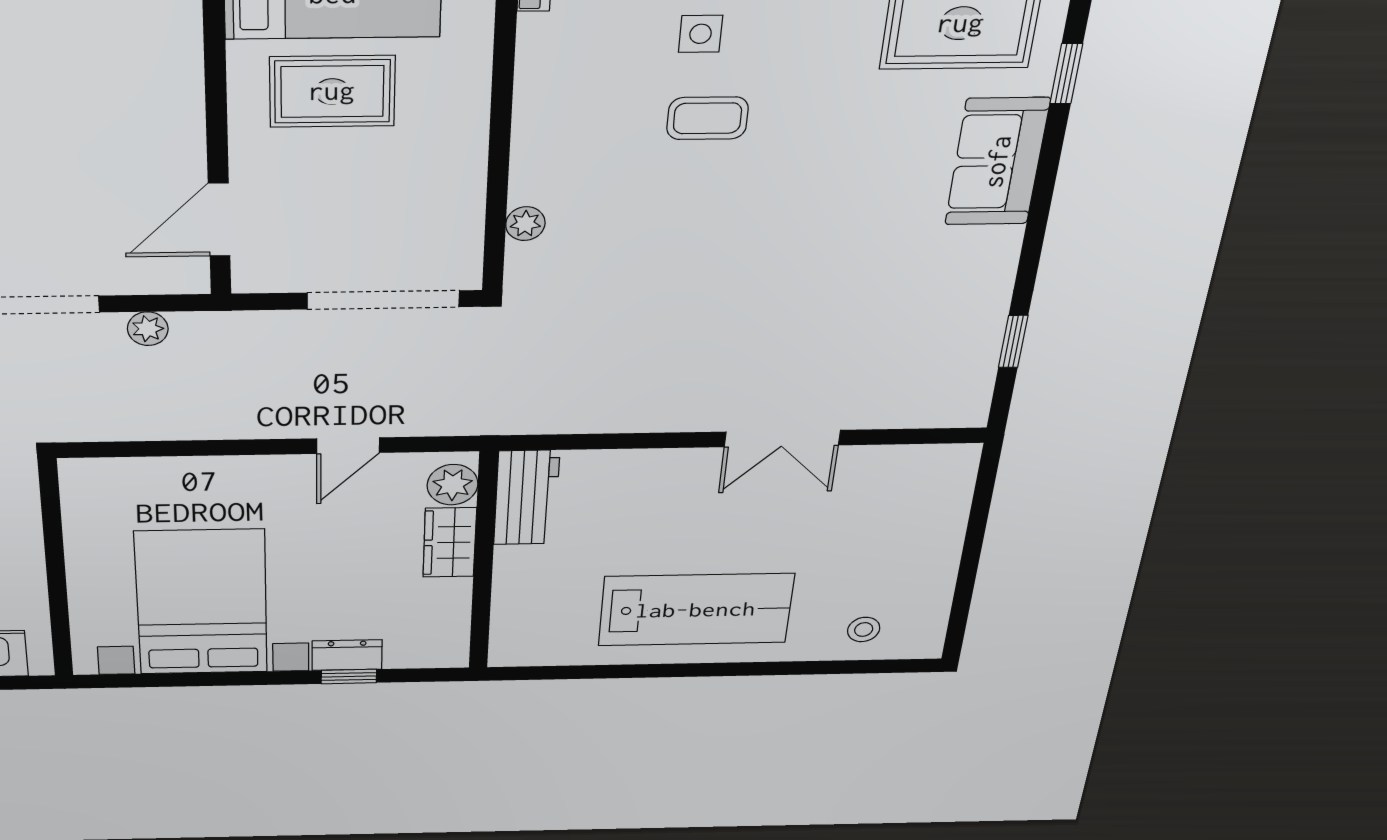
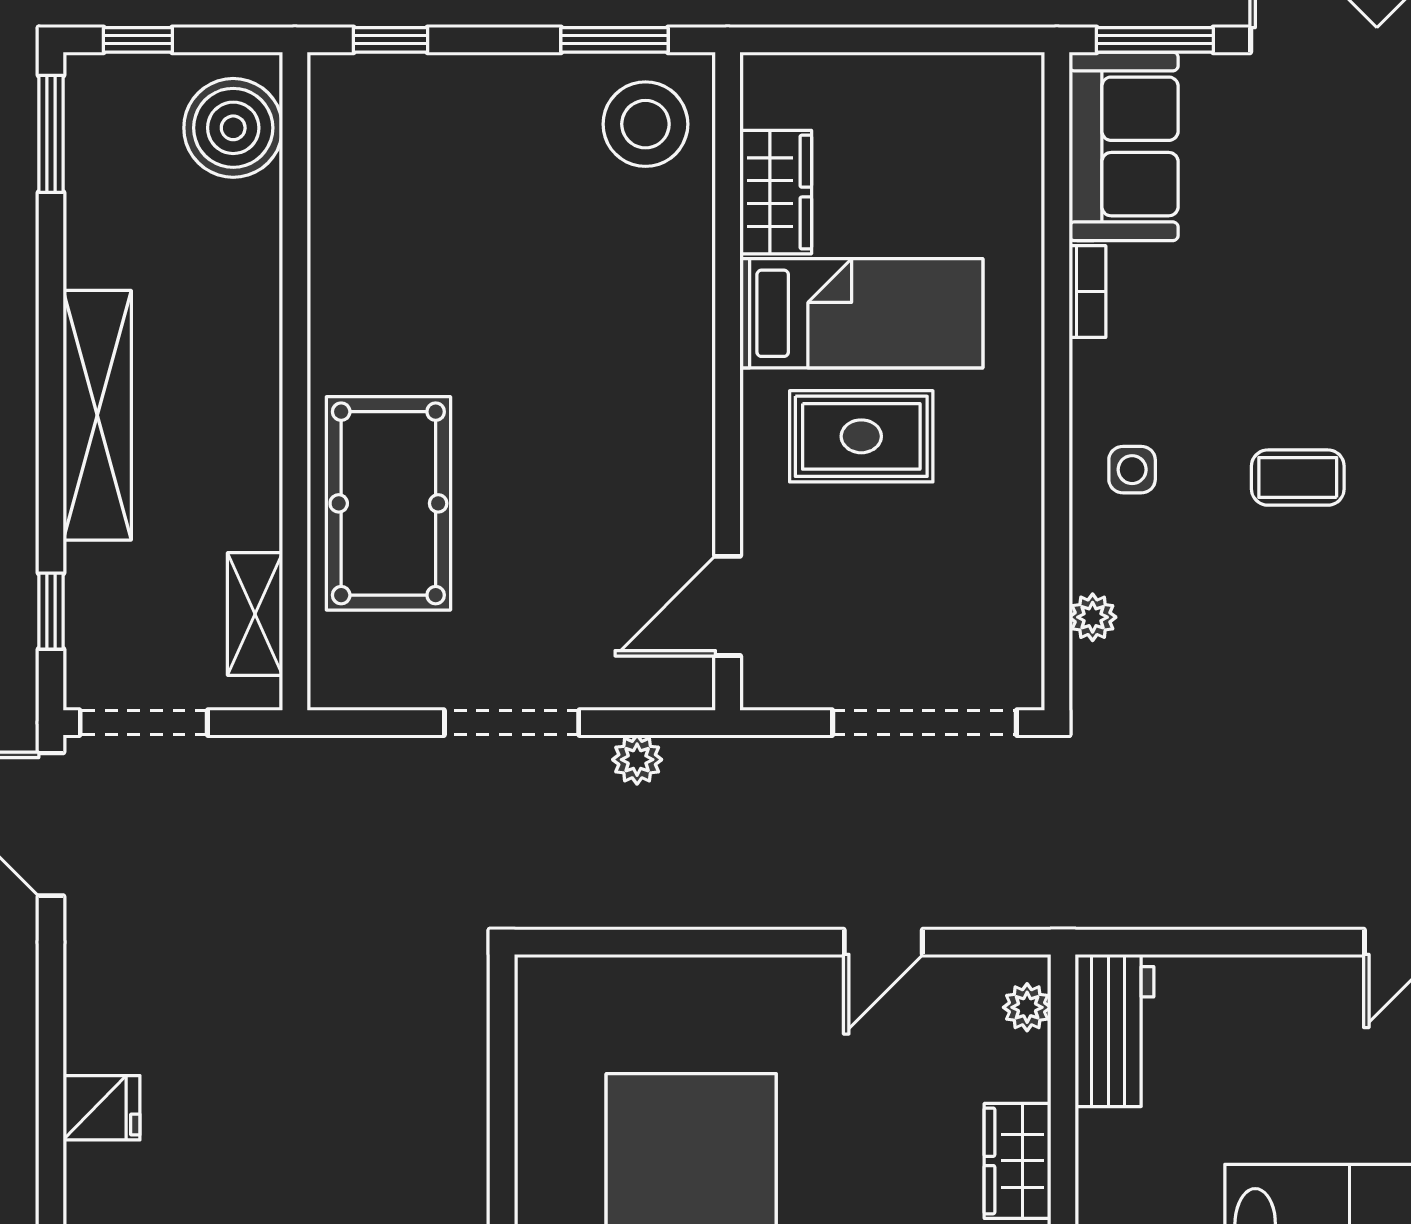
side table: (701, 34) -> (1132, 470), moved
plant: (453, 485) -> (1027, 1007), width x0.73, depth x0.73
wardrobe: (450, 542) -> (1017, 1161), moved

